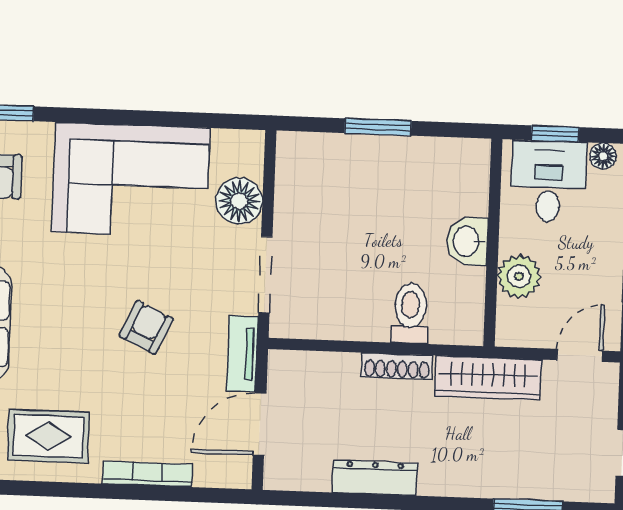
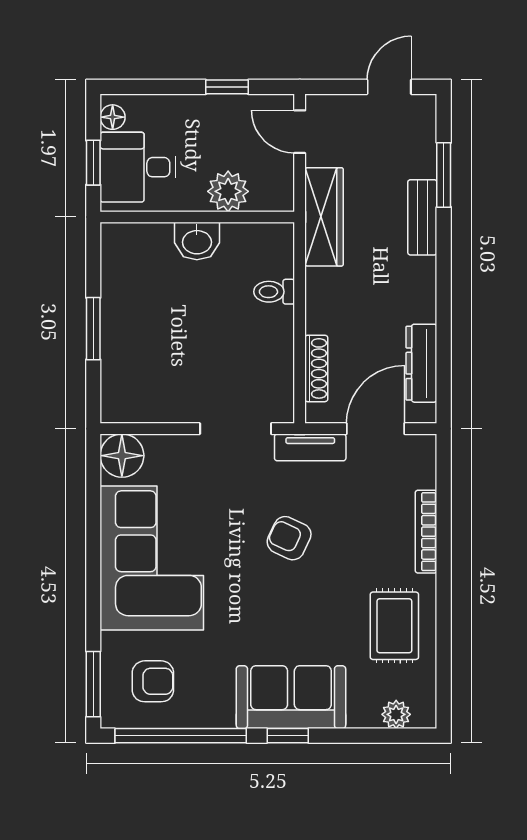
floor lamp: (239, 201) -> (122, 456), moved
toilet: (410, 313) -> (274, 292), width x0.73, depth x0.72
shoe rack: (397, 366) -> (316, 368), moved
door: (260, 424) -> (375, 429), swing flipped
dresser: (375, 478) -> (421, 363), moved
bench: (483, 483) -> (422, 217), added

